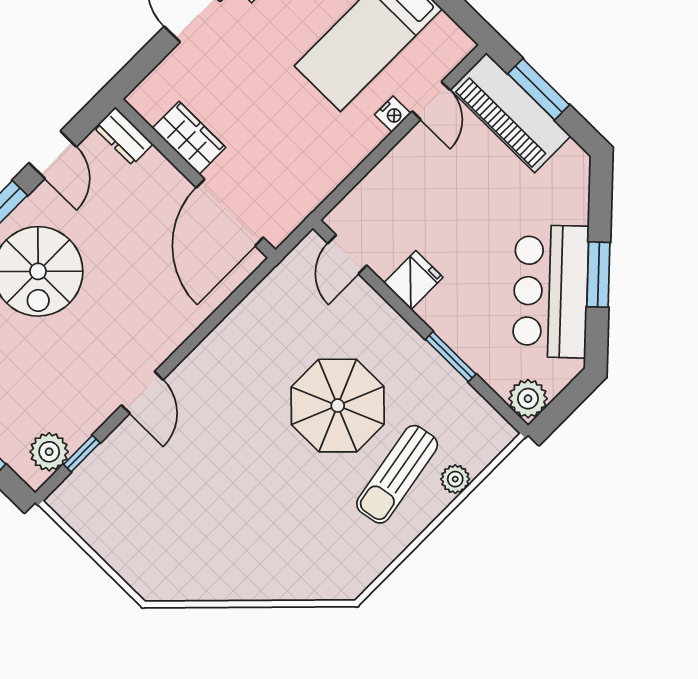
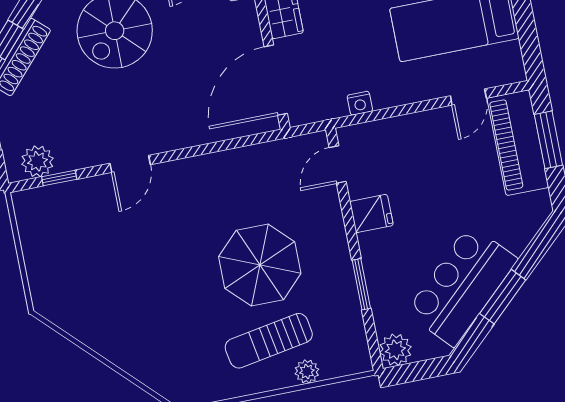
nightstand: (393, 114) -> (360, 103), moved

